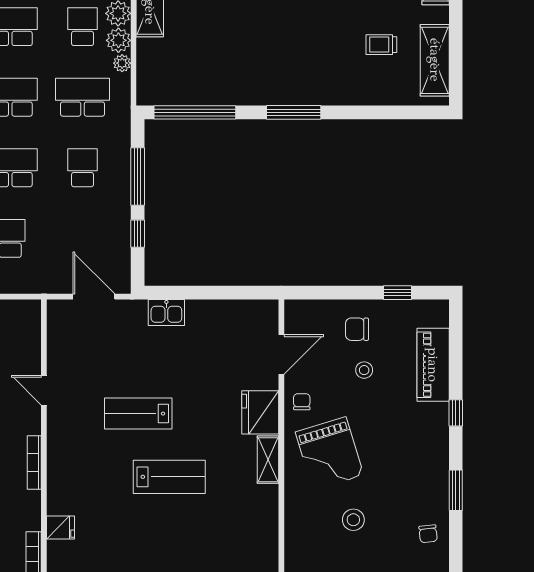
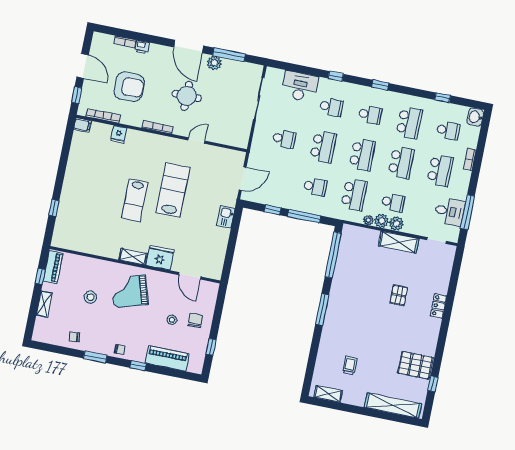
shelving: (435, 60) -> (328, 394), width x0.67, depth x0.75
chair: (302, 402) -> (120, 349), moved
lab bench: (138, 414) -> (173, 190), width x1.36, depth x1.39

